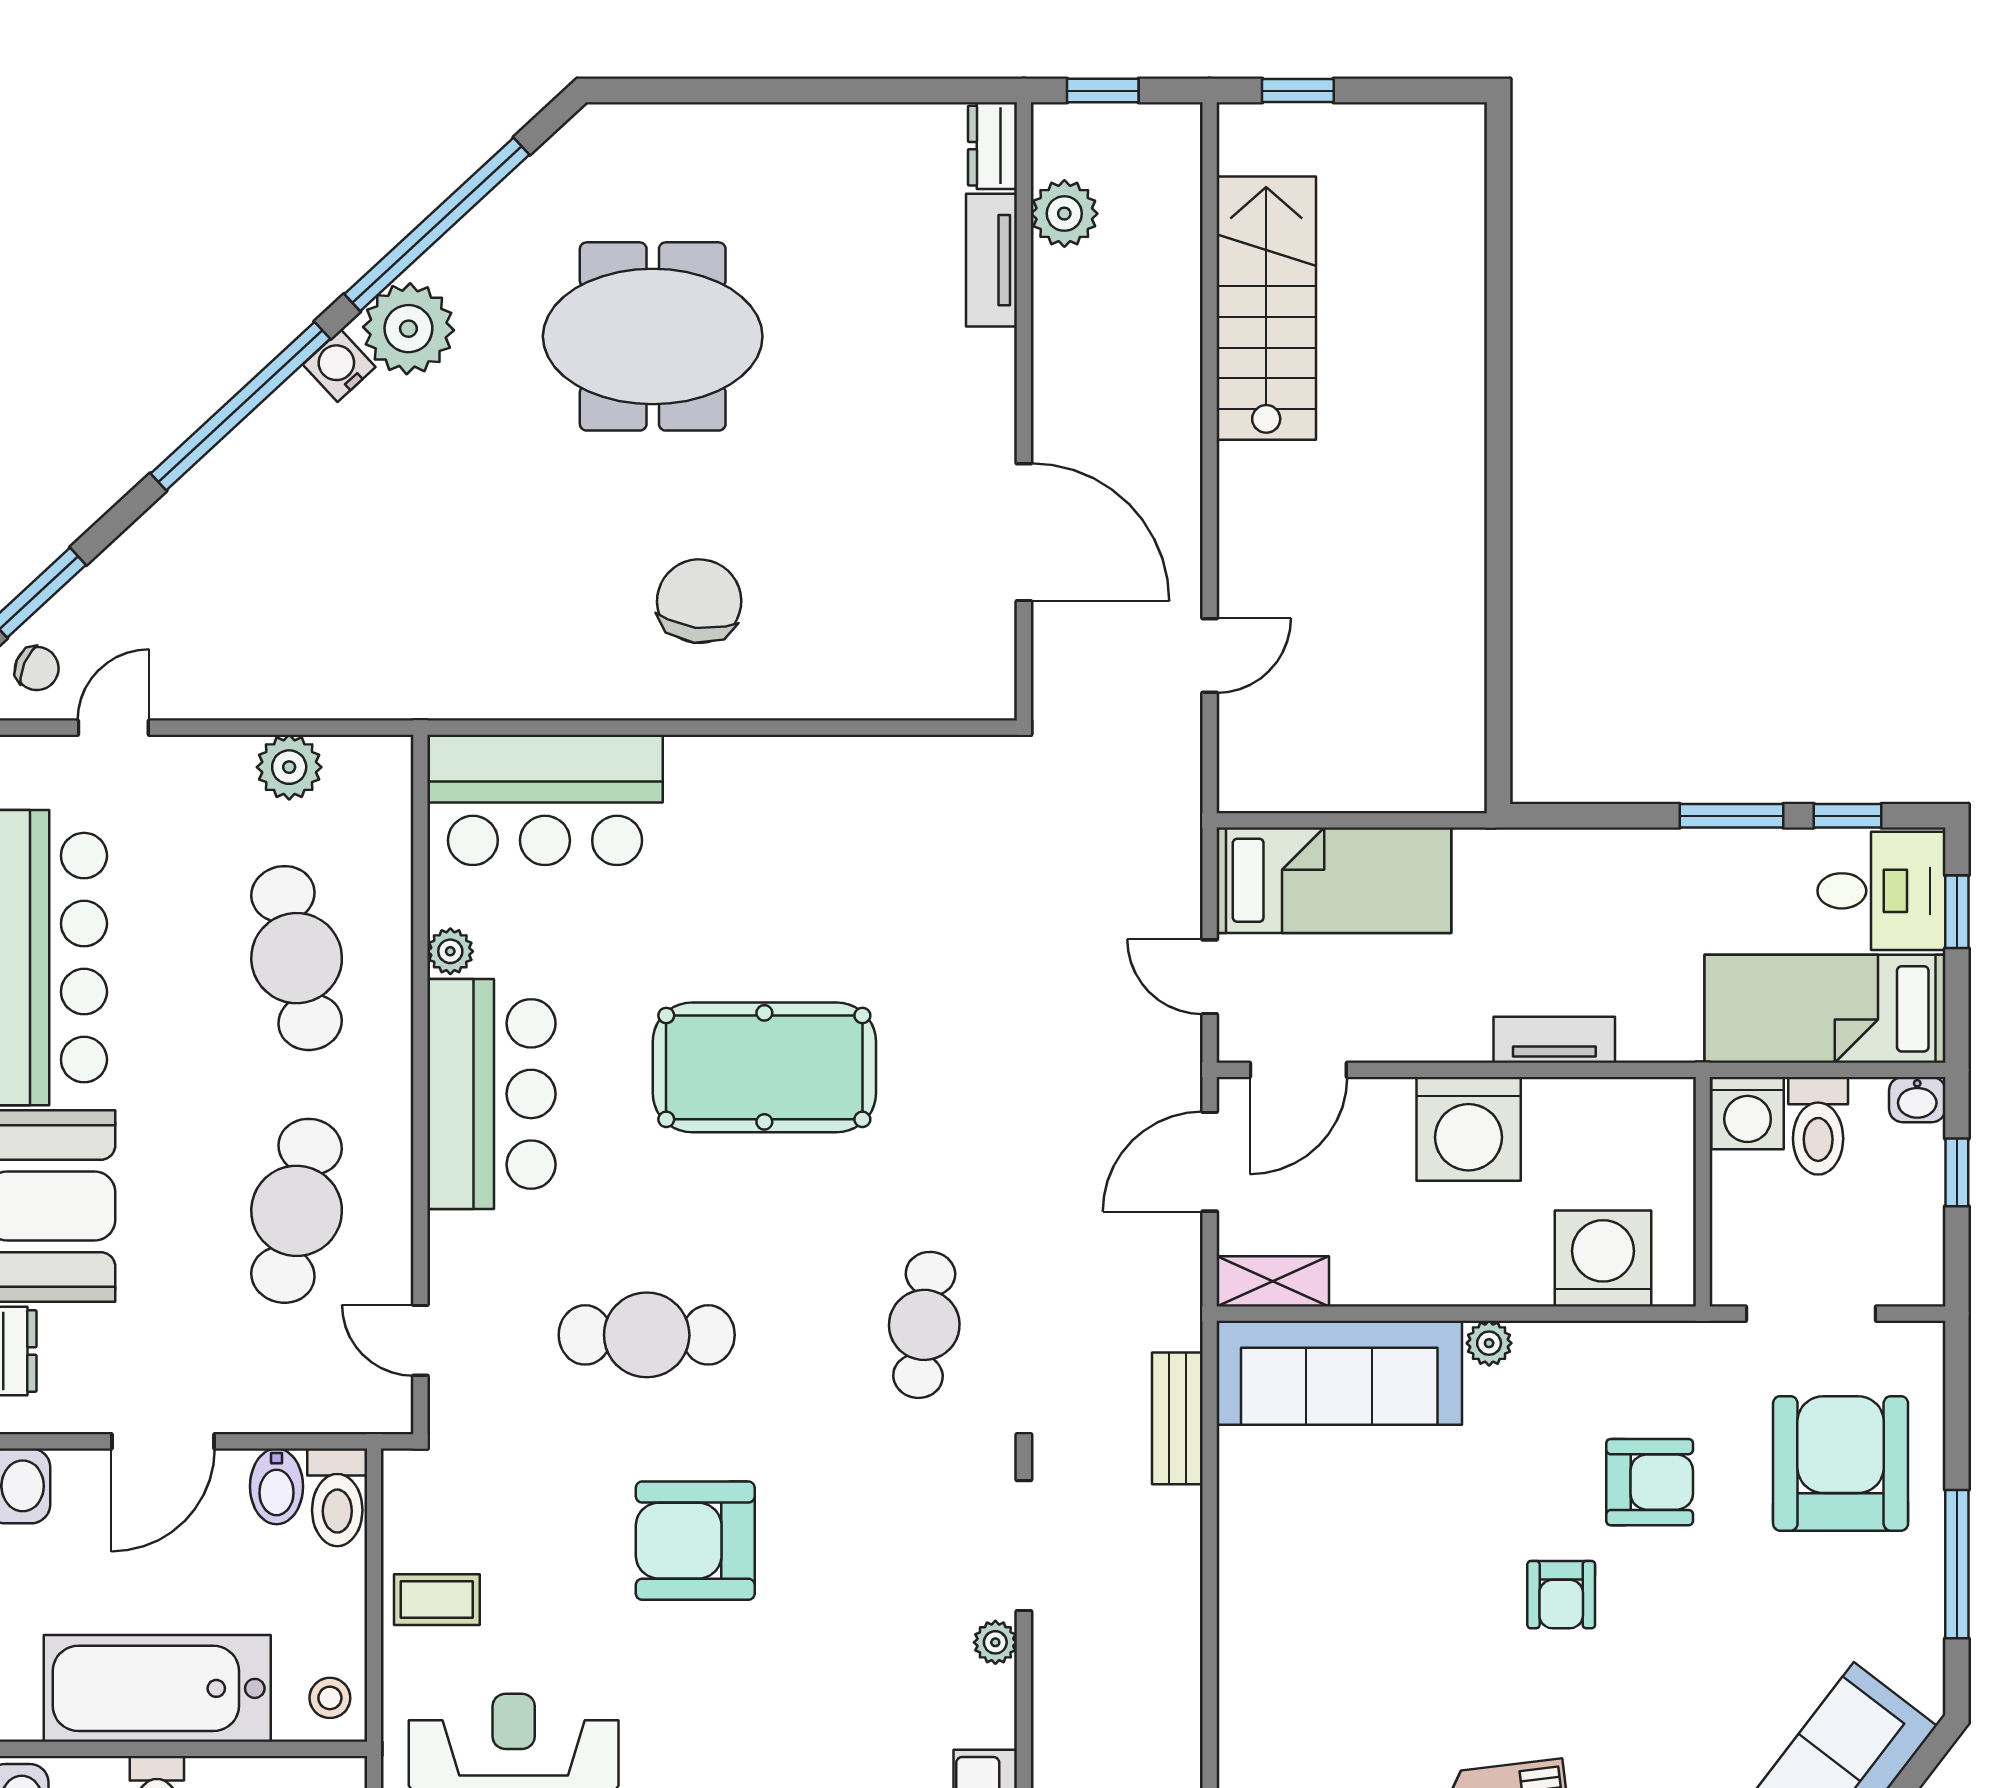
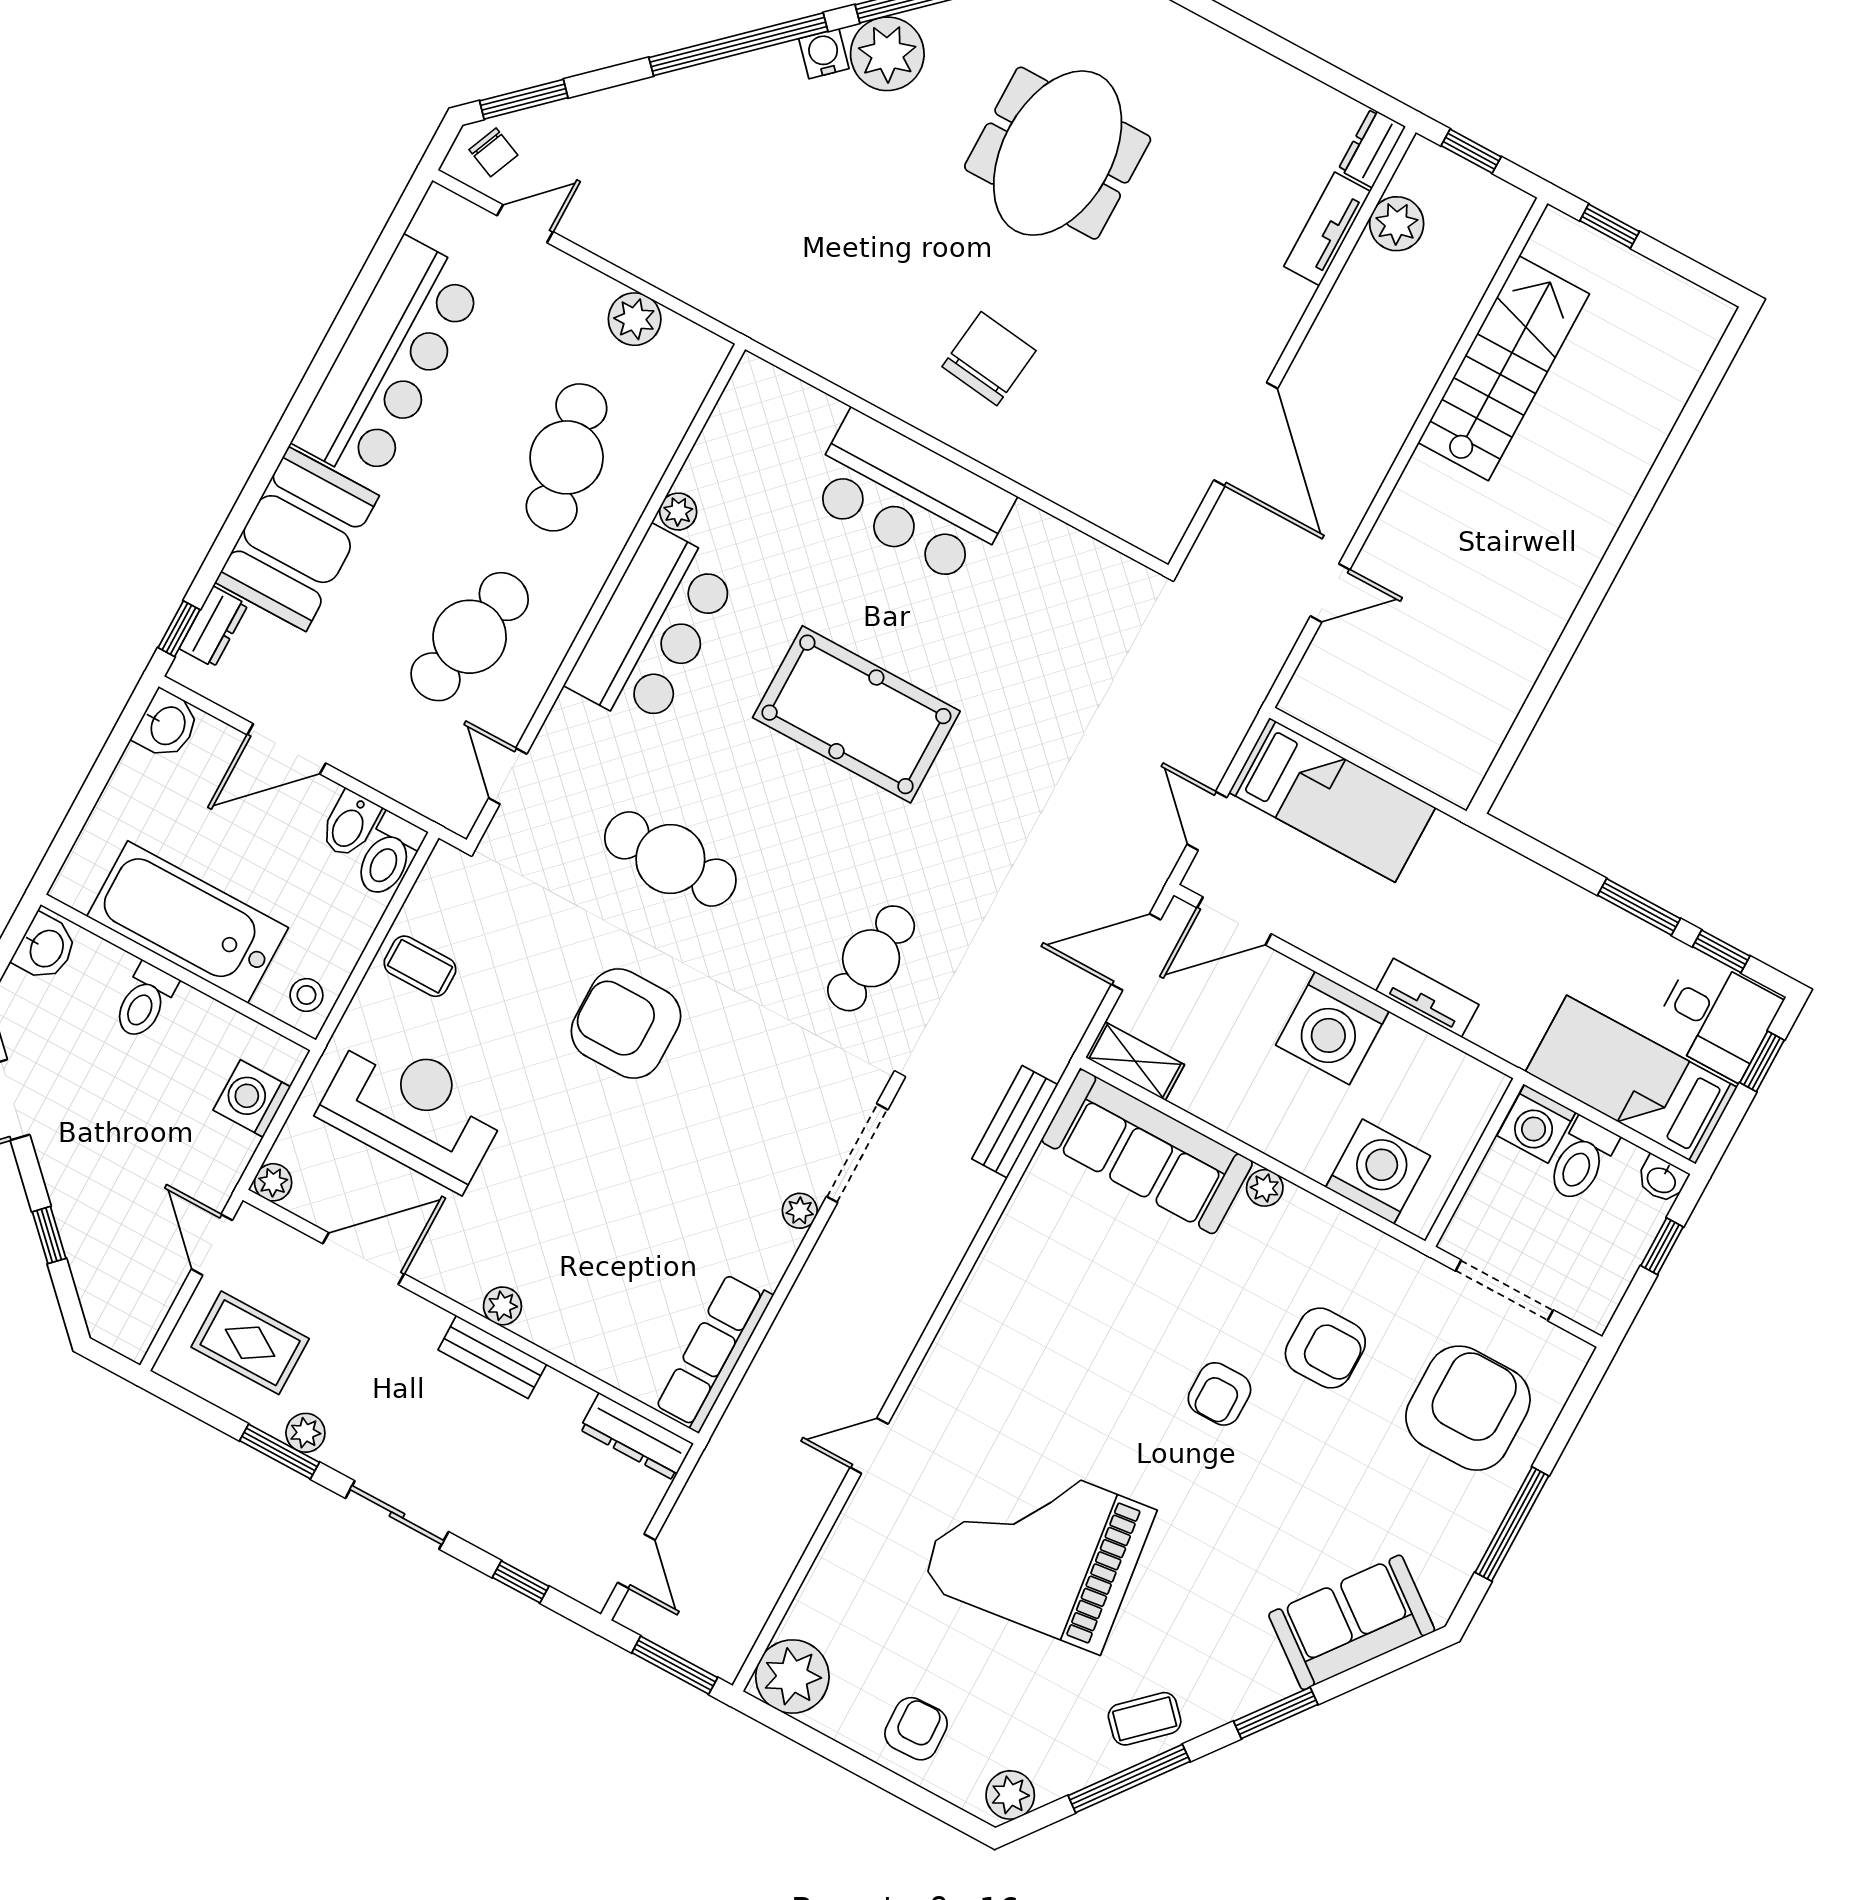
meeting table: (653, 336) -> (1058, 153), turned 90
bar counter: (545, 800) -> (910, 498), moved

